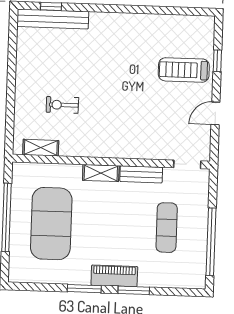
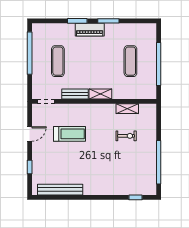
bench: (53, 19) -> (60, 190), moved
window: (12, 61) -> (159, 162), added
treadmill: (184, 70) -> (70, 134), moved
shelving: (41, 148) -> (127, 109), moved
exercise mat: (51, 224) -> (130, 61), width x0.50, depth x0.69

